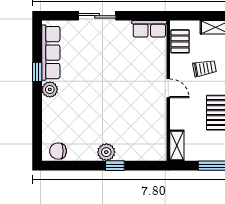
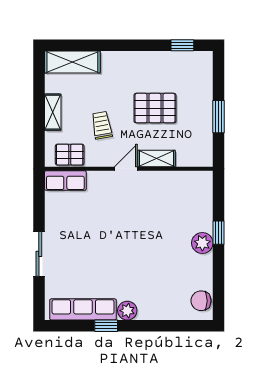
row of seats: (149, 29) -> (65, 181), moved, turned 90
shelving: (177, 145) -> (156, 158), moved
chair: (58, 151) -> (201, 301), turned 90

